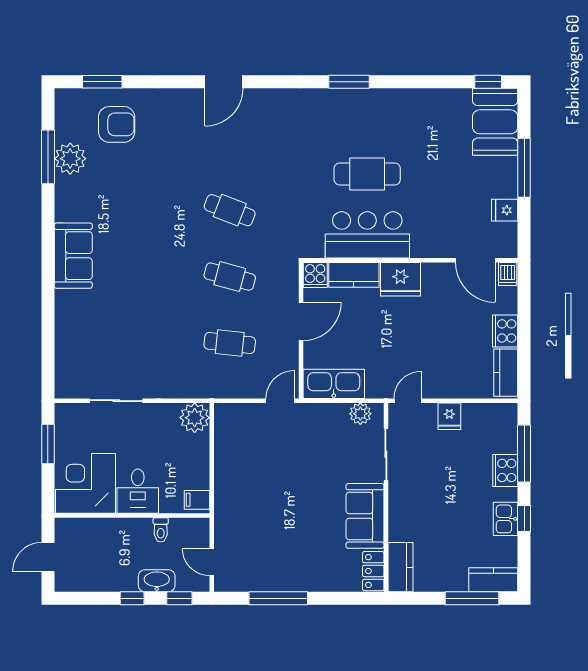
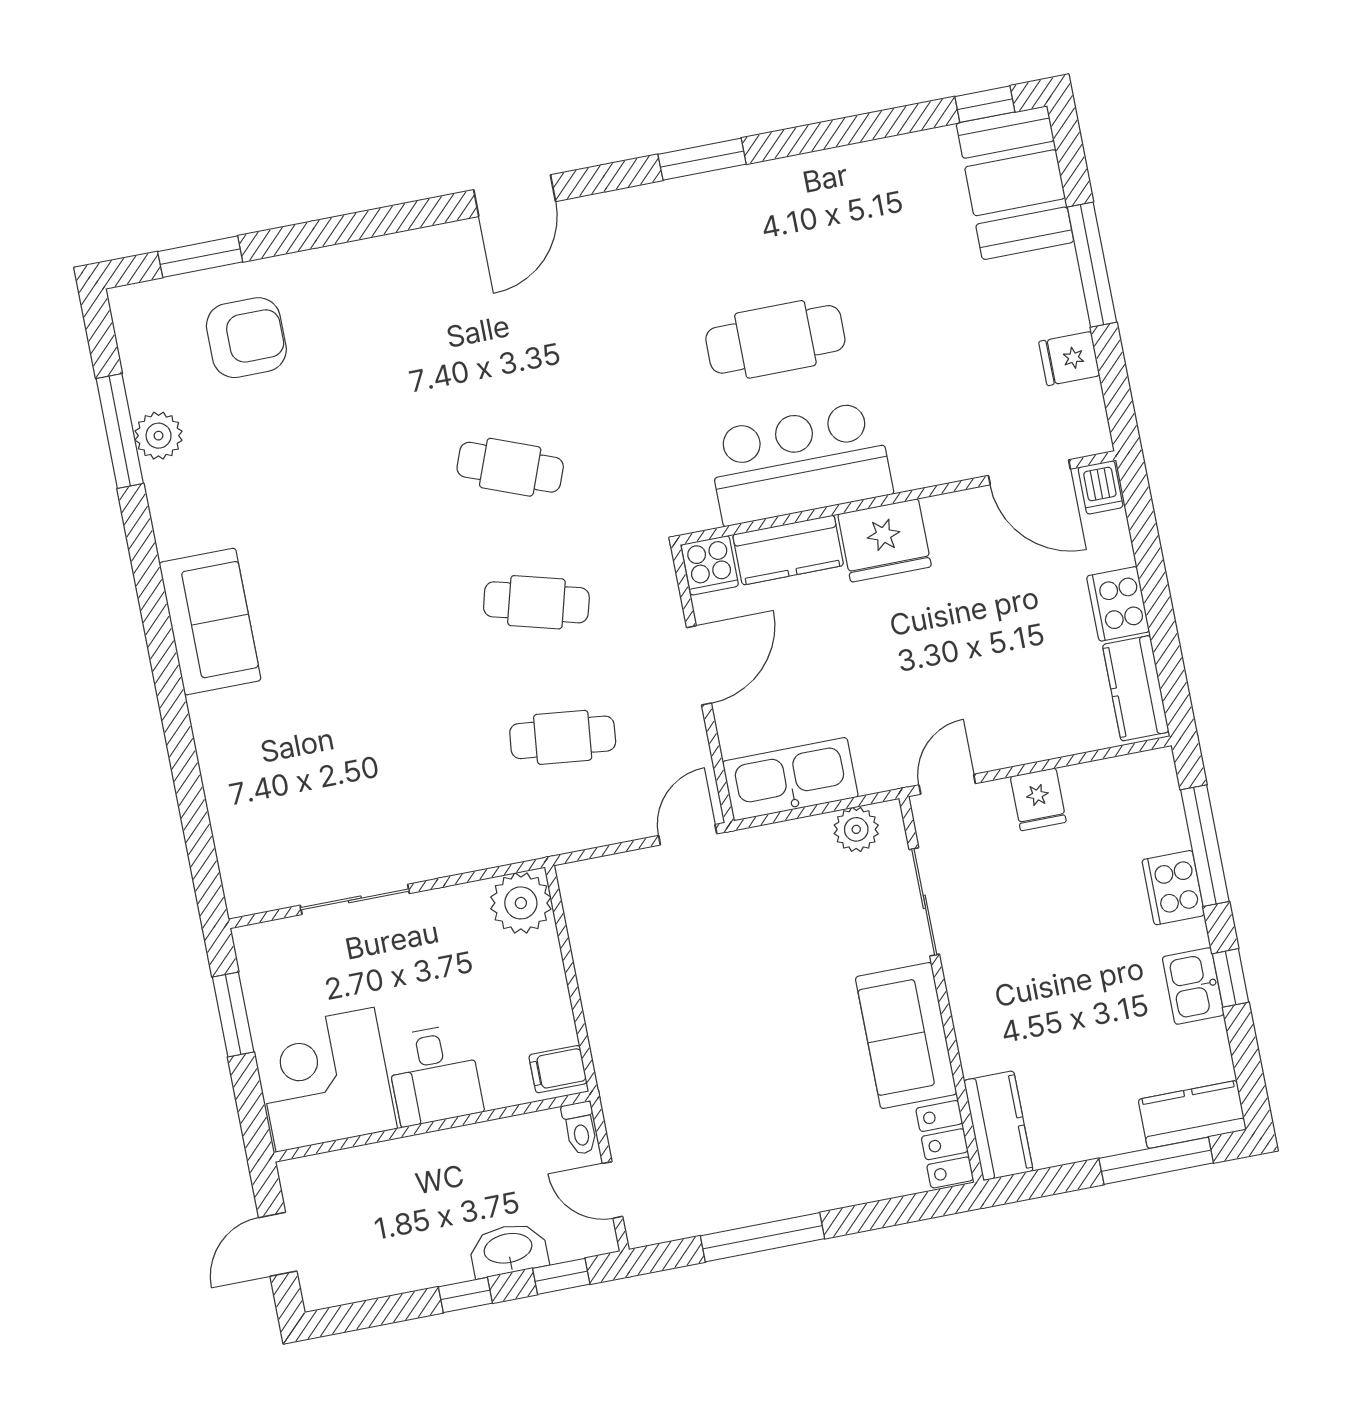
door: (224, 82) -> (515, 196), moved
plant: (70, 159) -> (159, 436), width x0.73, depth x0.73
toilet: (161, 530) -> (580, 1128), moved

